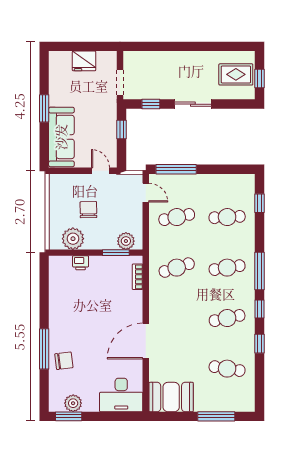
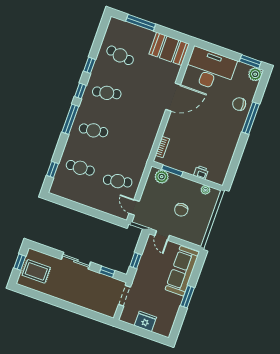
window: (176, 169) -> (105, 217), removed
plant: (73, 239) -> (205, 190), width x0.53, depth x0.53
cafe table: (177, 268) -> (131, 144), removed
desk: (121, 395) -> (210, 69), width x1.36, depth x1.30
plant: (73, 403) -> (255, 74), moved

